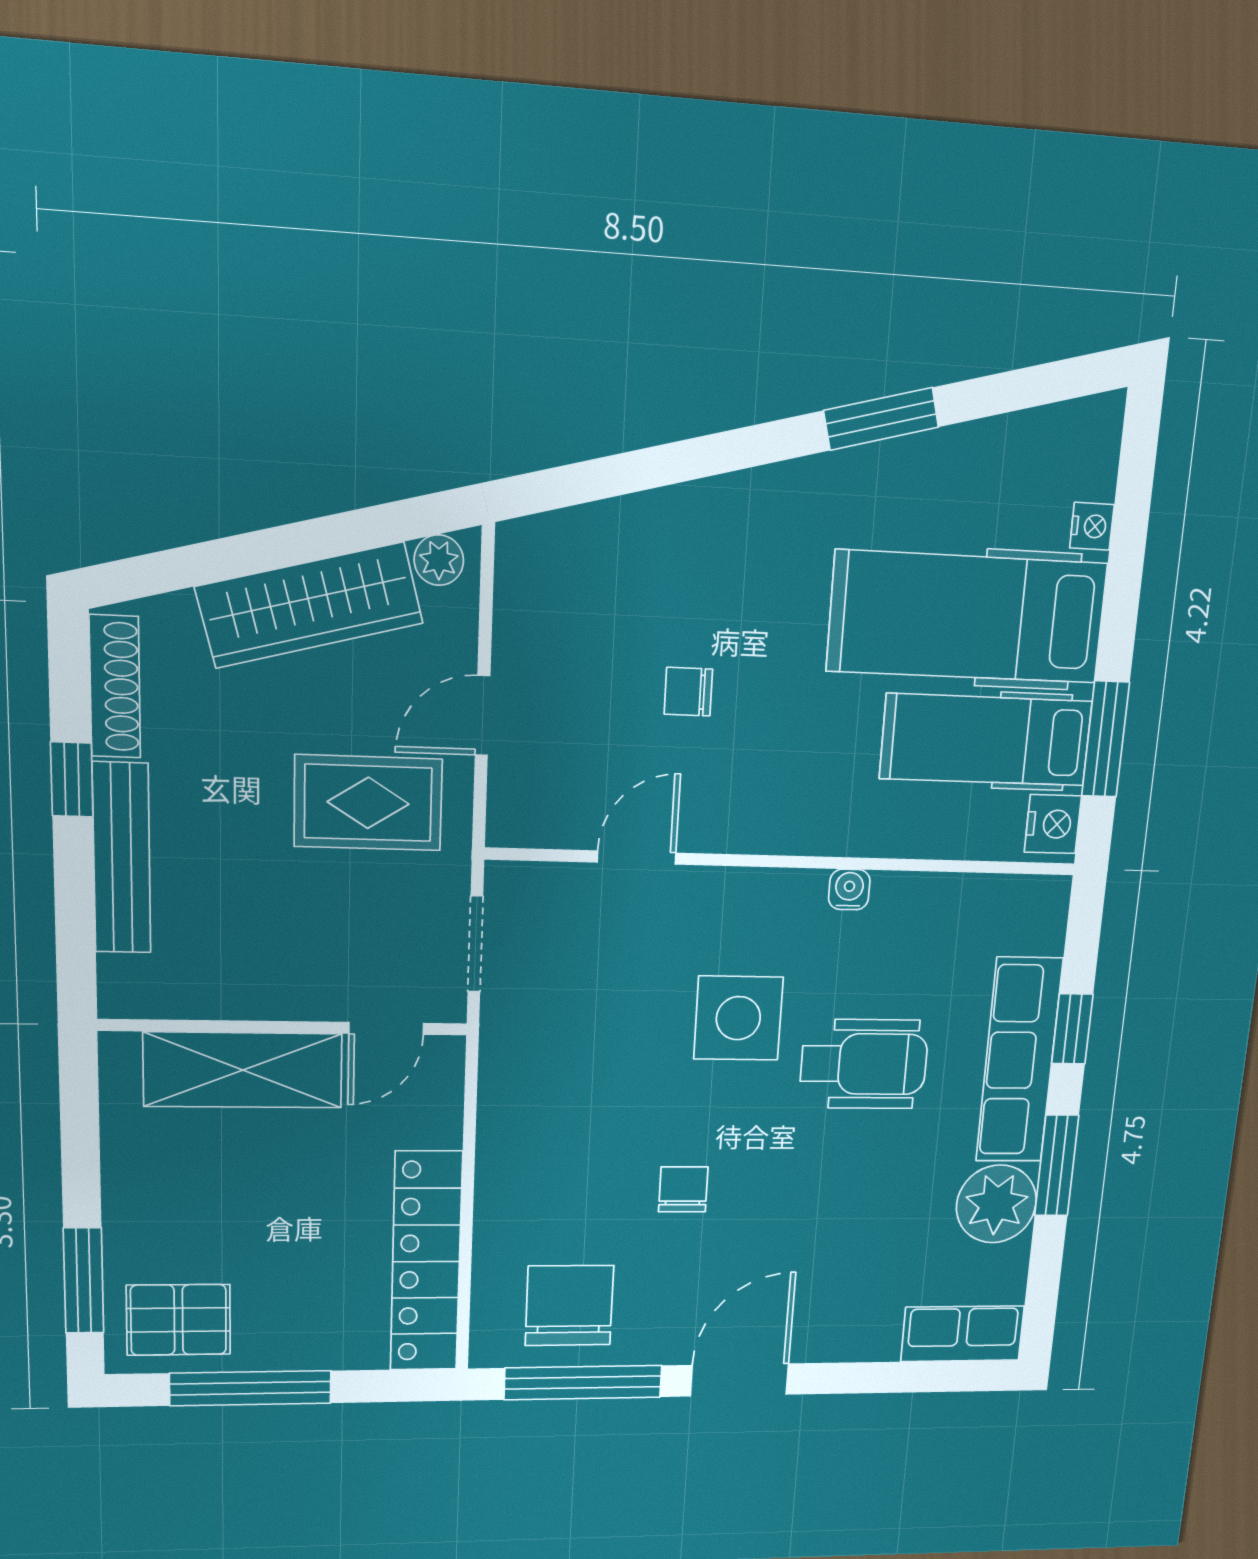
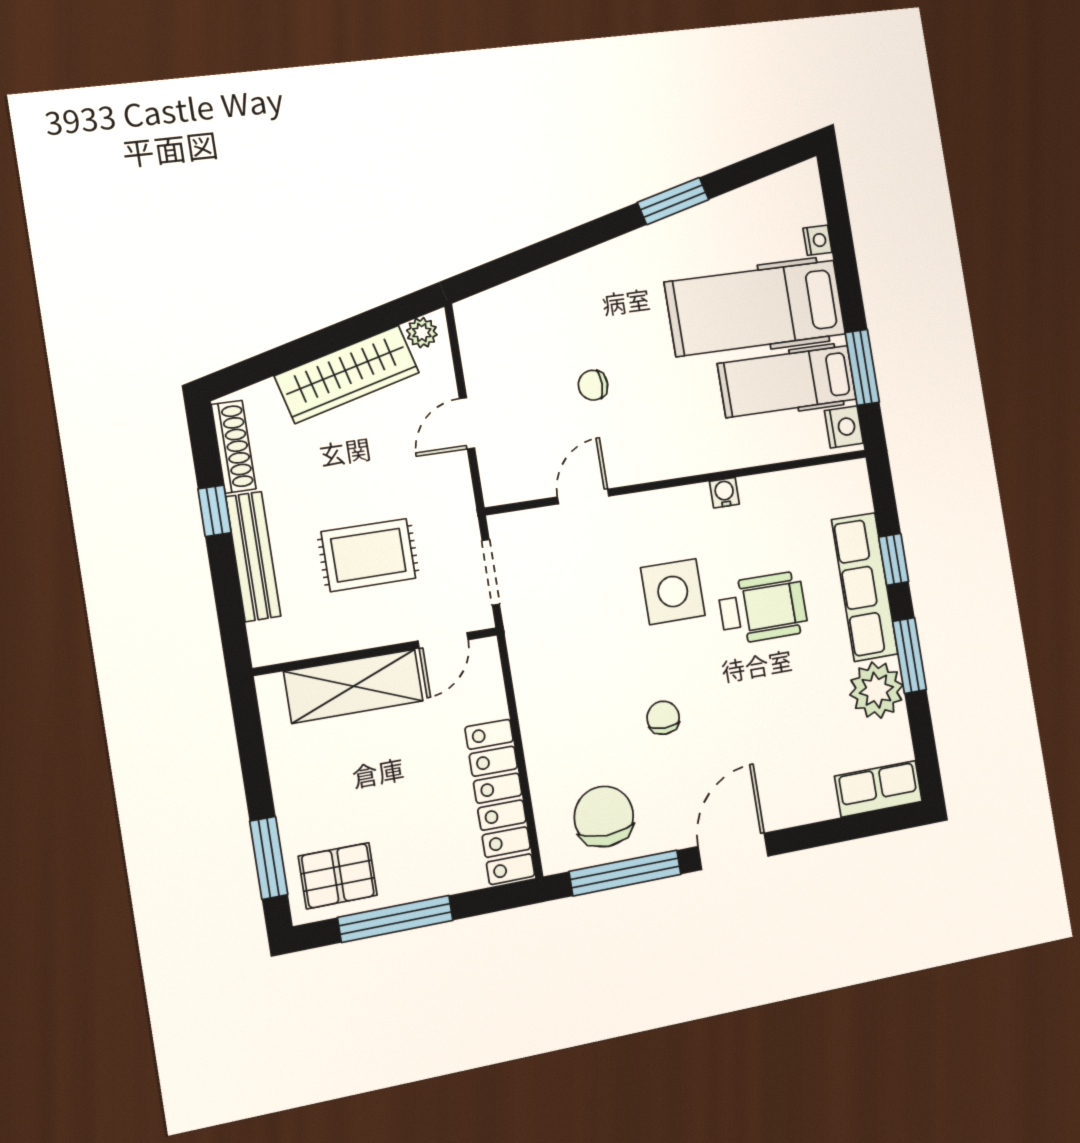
rug: (368, 803) -> (368, 555), moved

